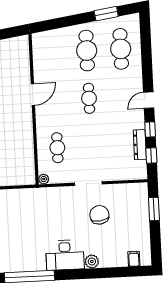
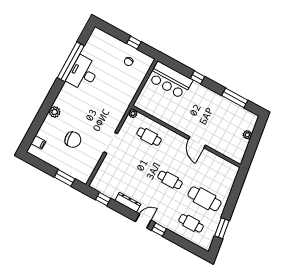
cafe table: (121, 49) -> (191, 223), width x0.73, depth x0.74
door: (149, 100) -> (143, 221), hinge flipped
window: (150, 129) -> (159, 230), moved
dresser: (140, 145) -> (128, 202), moved
chair: (99, 215) -> (73, 140), moved
desk: (65, 255) -> (83, 73), moved

